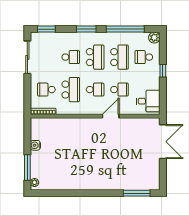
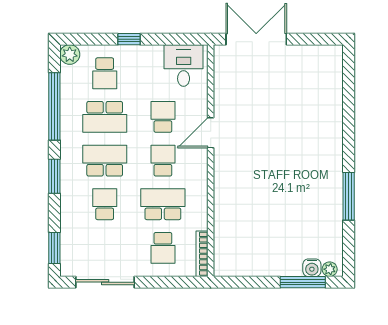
school desk: (119, 57) -> (105, 117), turned 180
door: (111, 116) -> (211, 133), hinge flipped
water cooler: (35, 145) -> (312, 268), moved
window: (137, 193) -> (349, 196), moved

